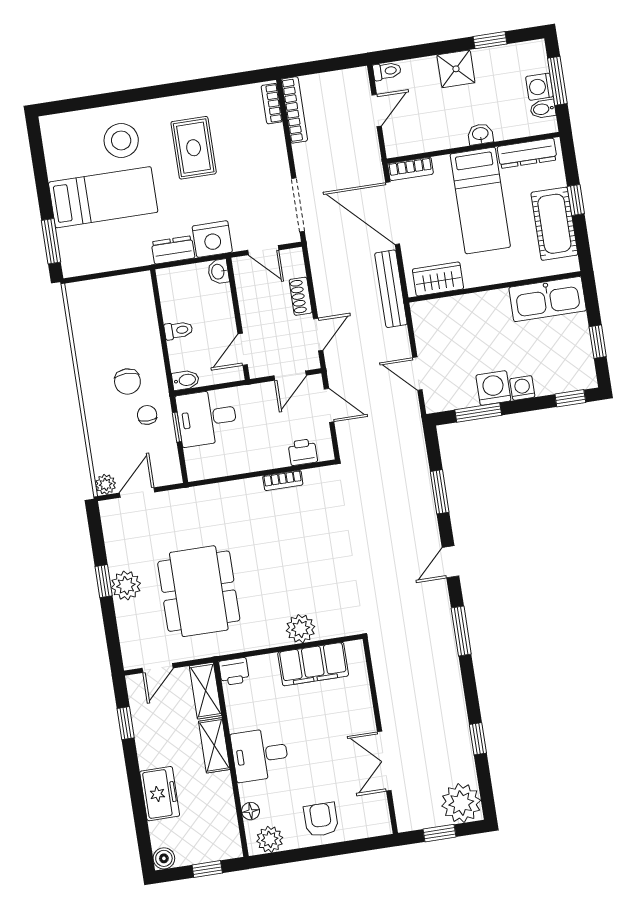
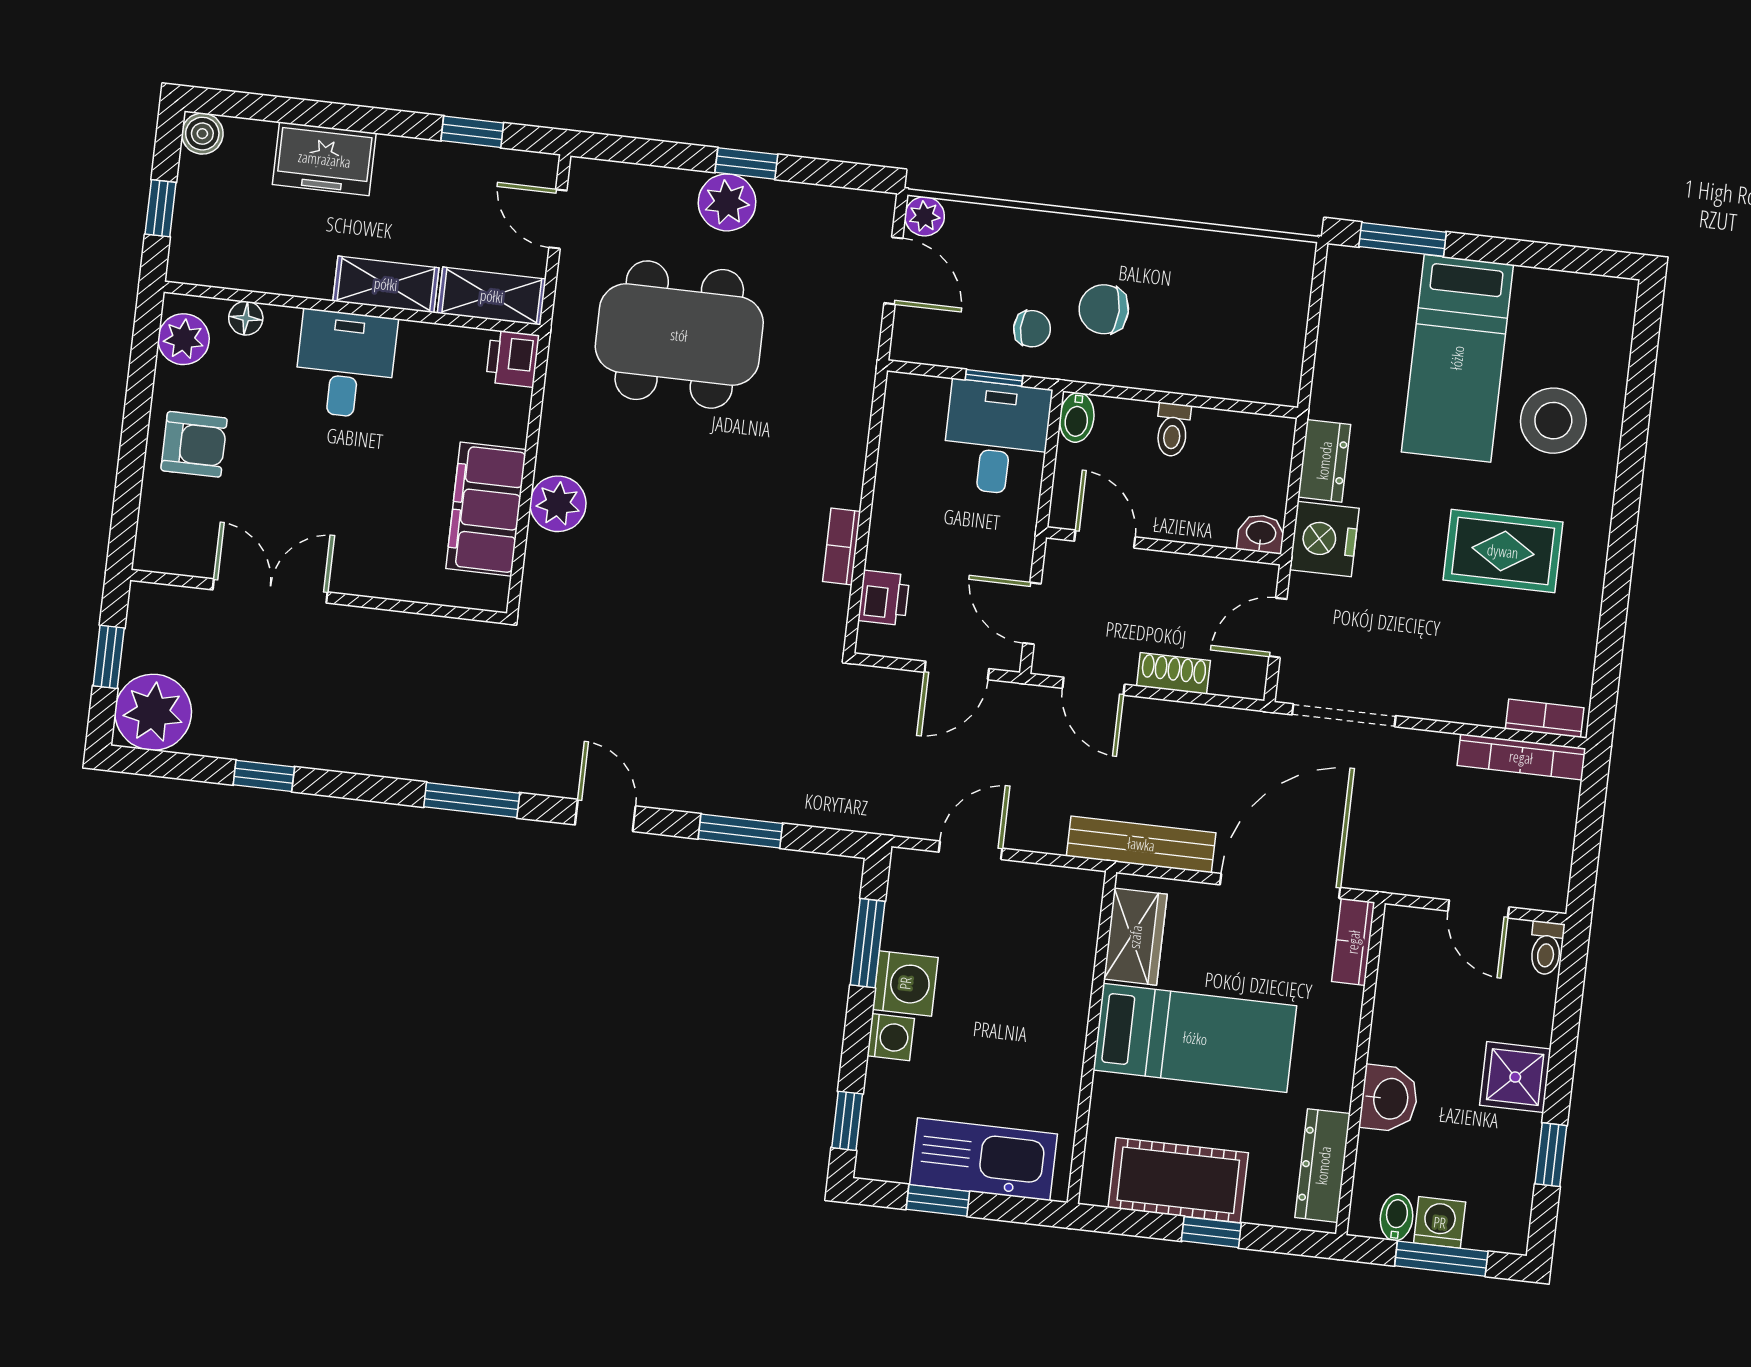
washbasin: (480, 134) -> (1389, 1099), width x1.38, depth x1.45
bed: (480, 201) -> (1195, 1038), moved, turned 180
kitchen sink: (548, 299) -> (984, 1159), moved, turned 90

